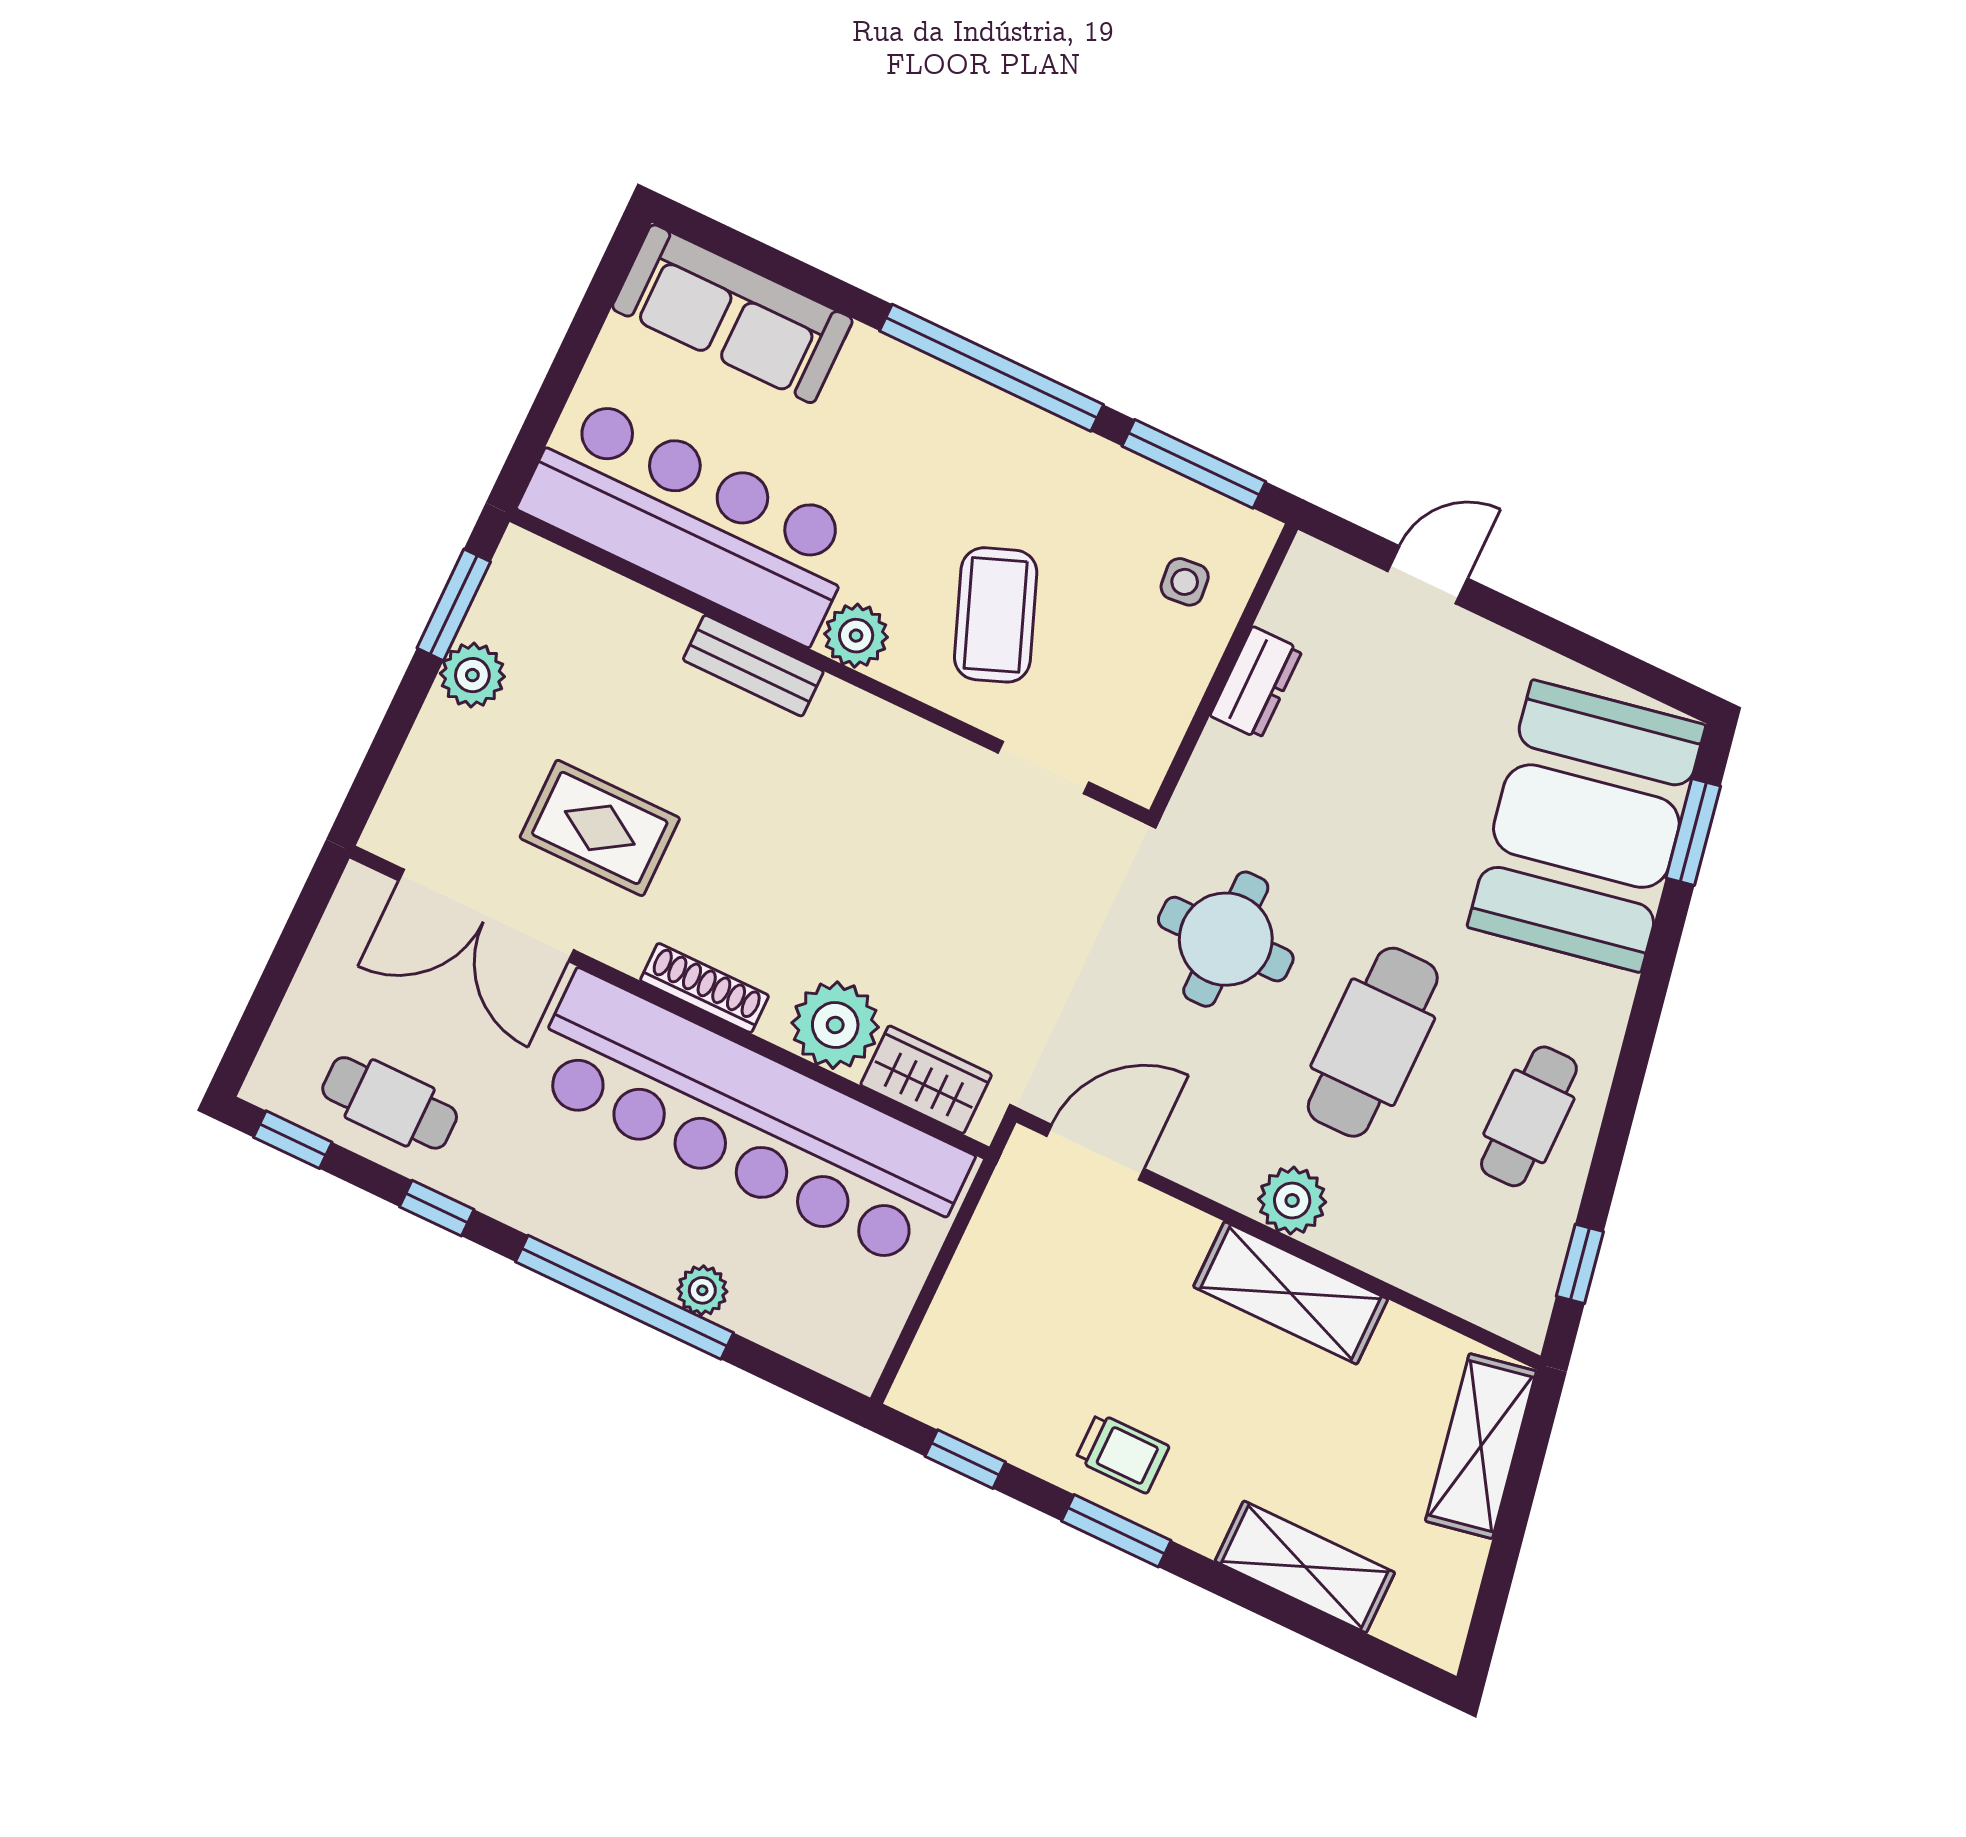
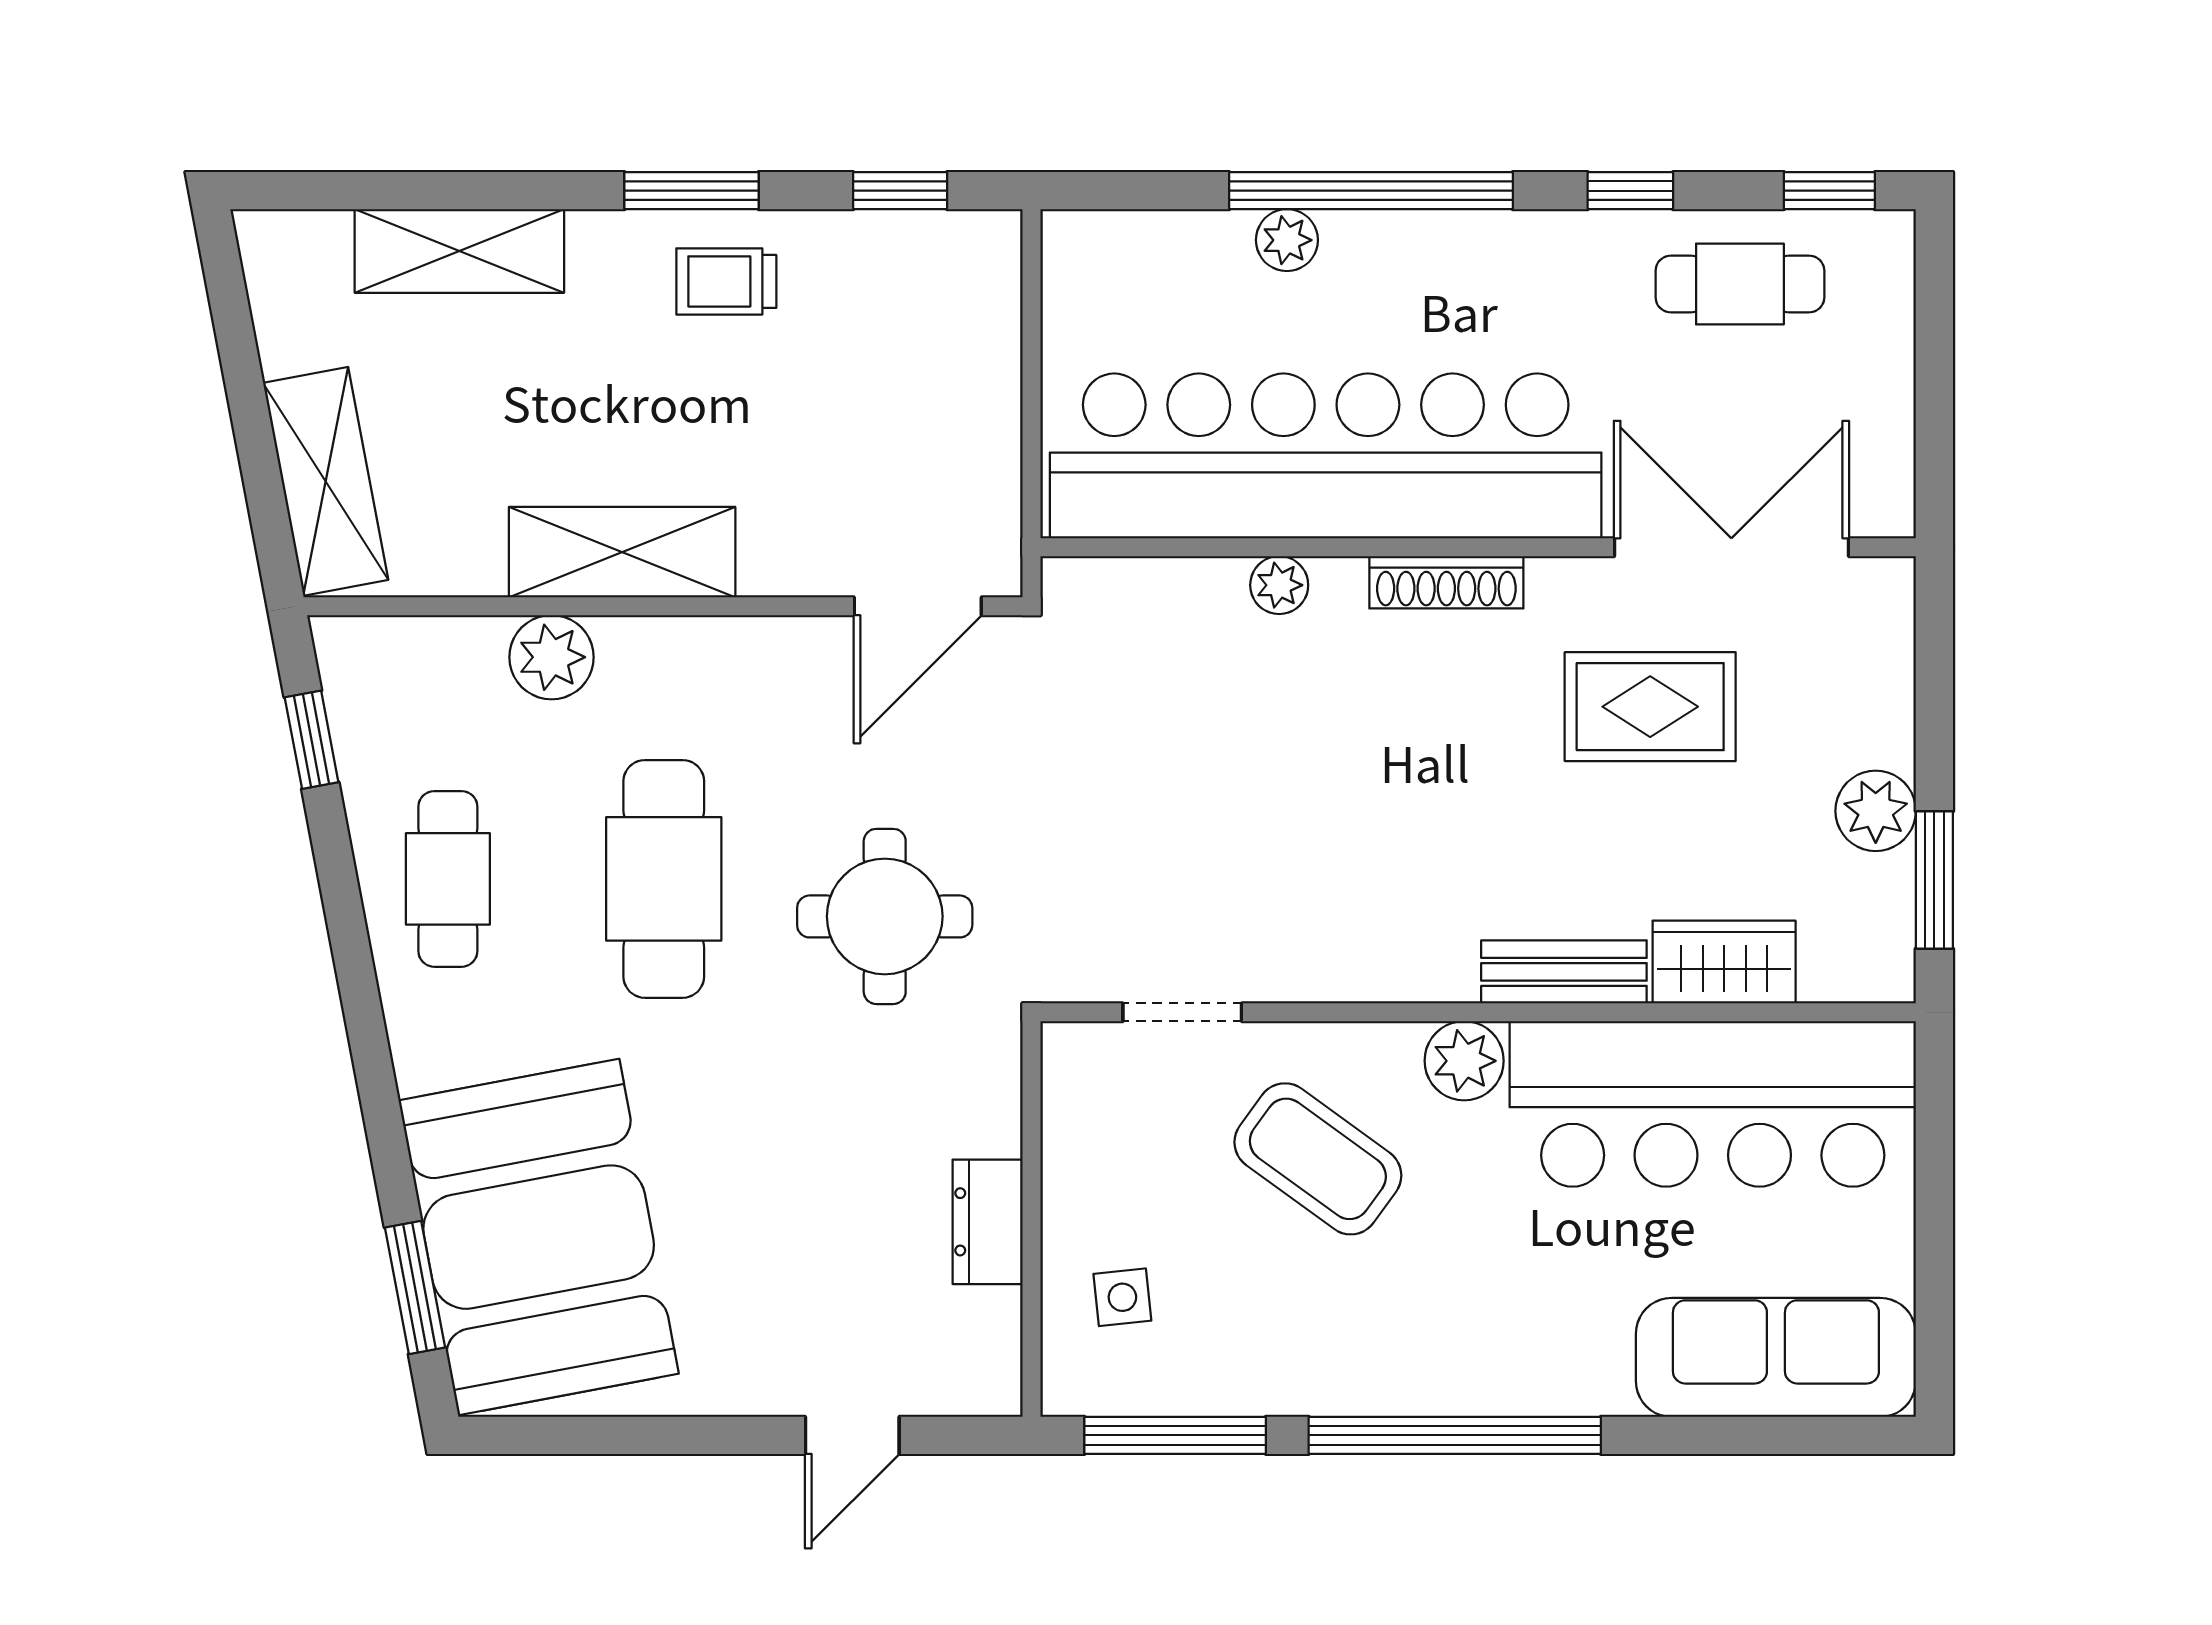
coffee table: (996, 615) -> (1318, 1159), turned -33
plant: (835, 1025) -> (1279, 585), width x0.53, depth x0.53
wardrobe: (926, 1080) -> (1724, 962), moved, turned 180
plant: (1292, 1200) -> (552, 657), moved

